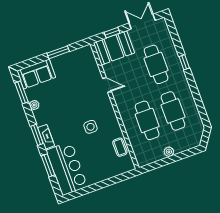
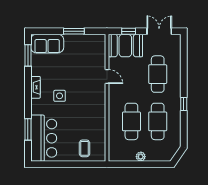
window: (184, 62) -> (184, 104), moved
plant: (34, 105) -> (35, 71), removed
side table: (90, 127) -> (60, 96), moved
window: (37, 135) -> (28, 98), removed
fireplace: (46, 137) -> (35, 87), moved
coffee table: (120, 147) -> (85, 148), moved

